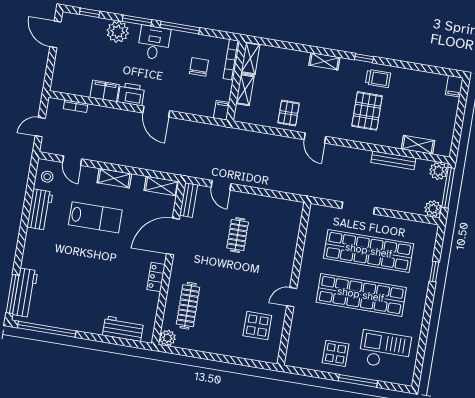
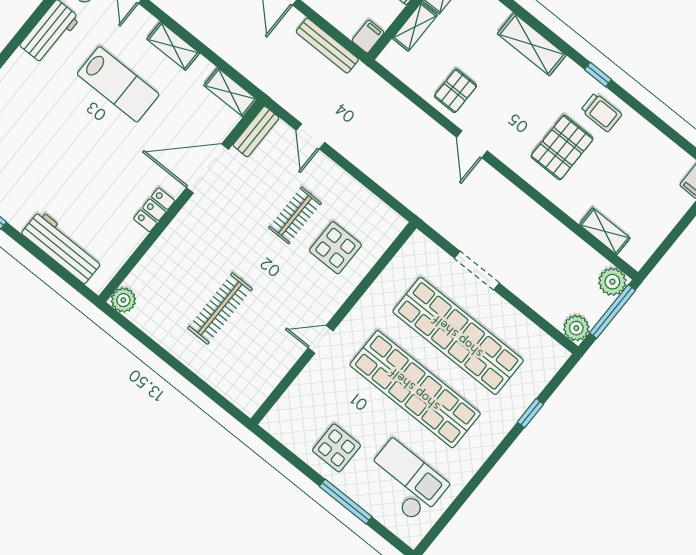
shelving: (324, 61) -> (532, 44), width x1.50, depth x1.33
bench: (393, 160) -> (327, 46), moved
clothes rail: (188, 306) -> (220, 309), moved
display table: (257, 326) -> (335, 248), moved
workbench: (123, 329) -> (62, 247), width x1.38

